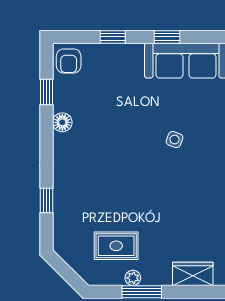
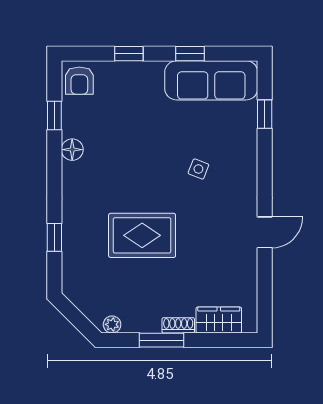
rug: (116, 246) -> (142, 235), moved, width x1.36, depth x1.43
plant: (133, 278) -> (112, 324), moved
shoe rack: (157, 279) -> (178, 325), added

